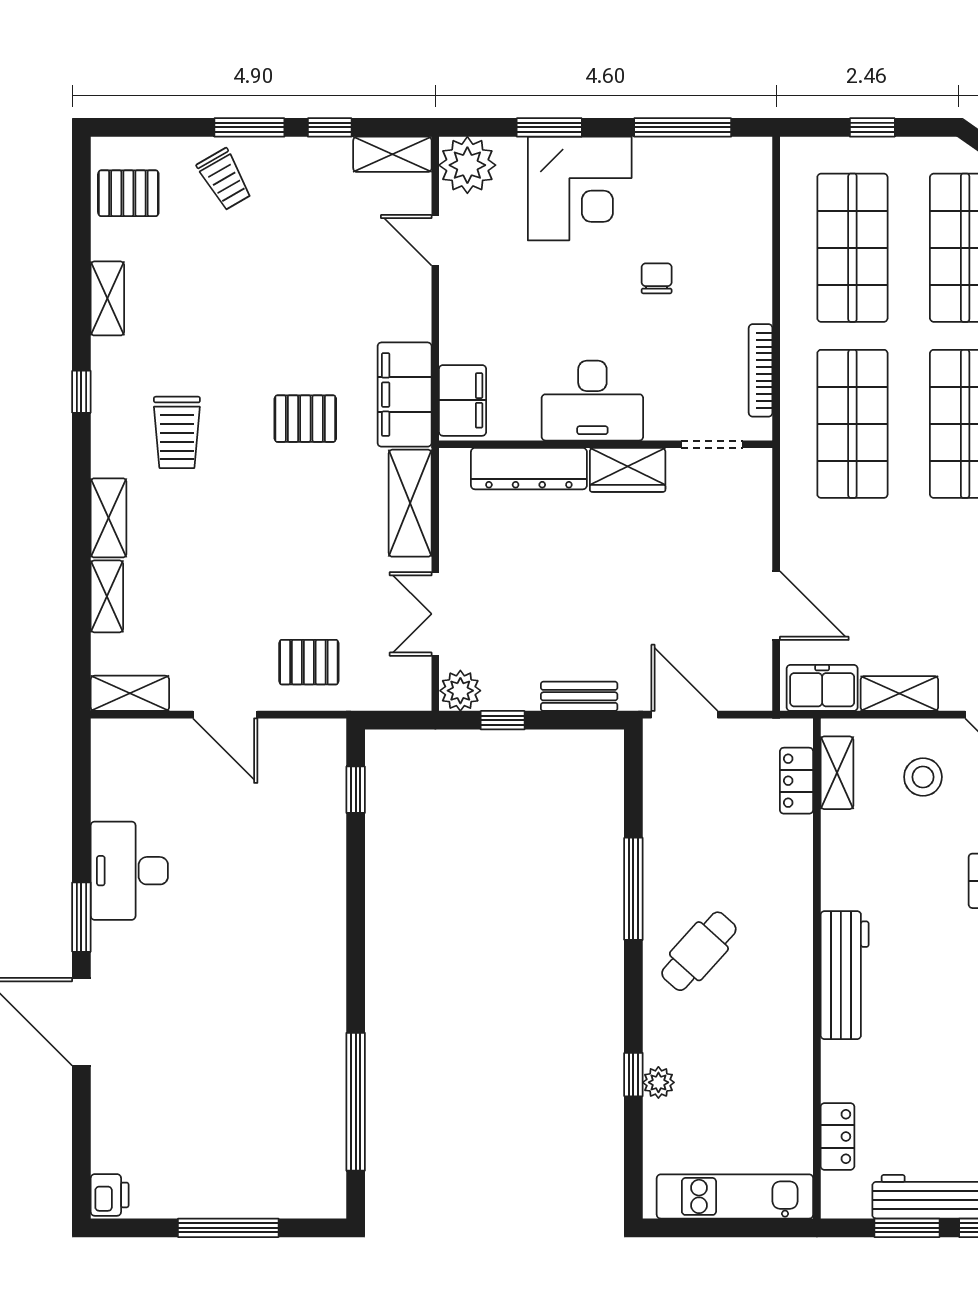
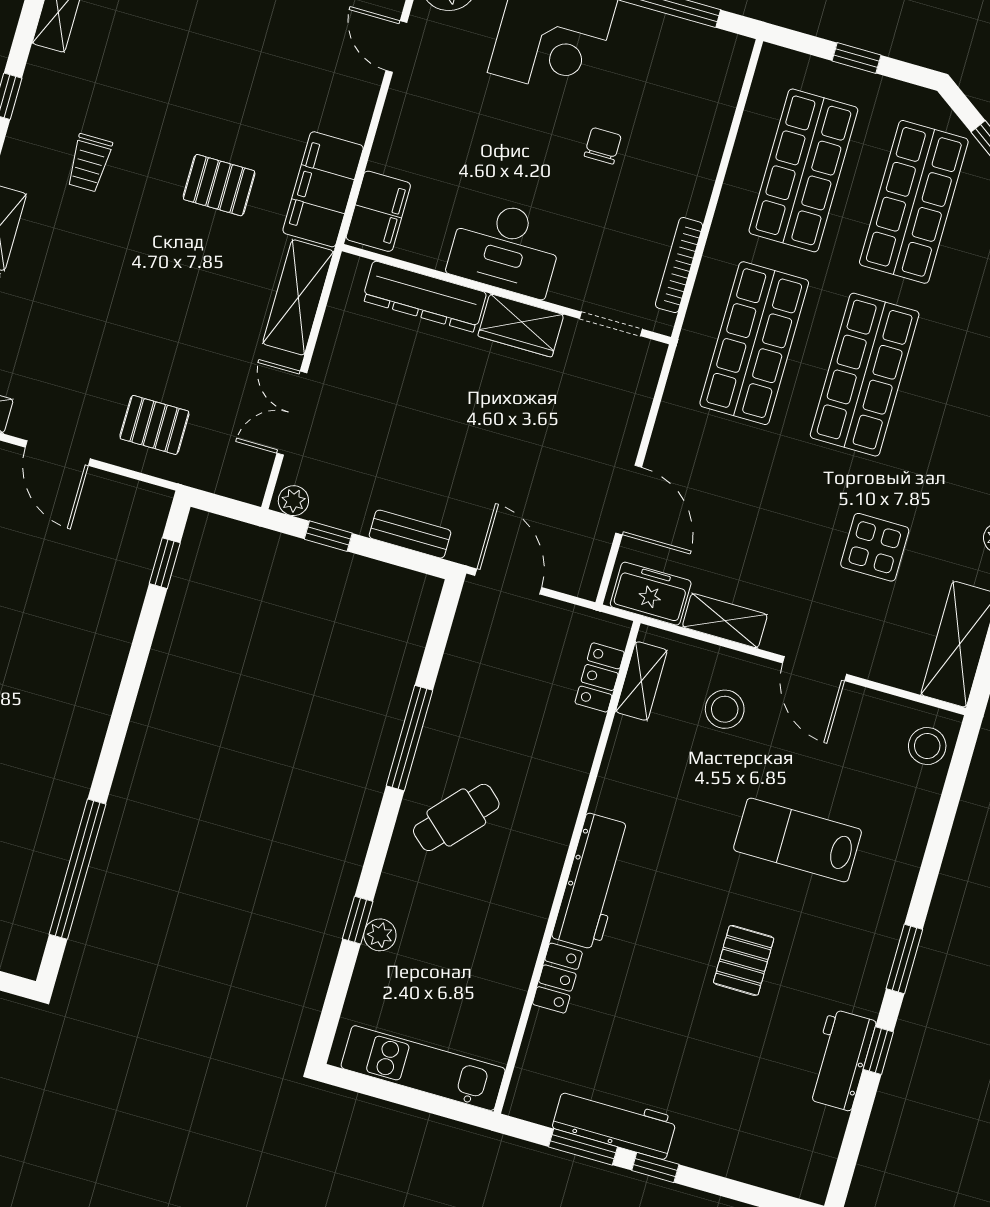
trolley: (177, 432) -> (89, 163), width x0.73, depth x0.72
plant: (460, 691) -> (293, 501), width x0.73, depth x0.73
locker: (837, 1136) -> (557, 978), moved

